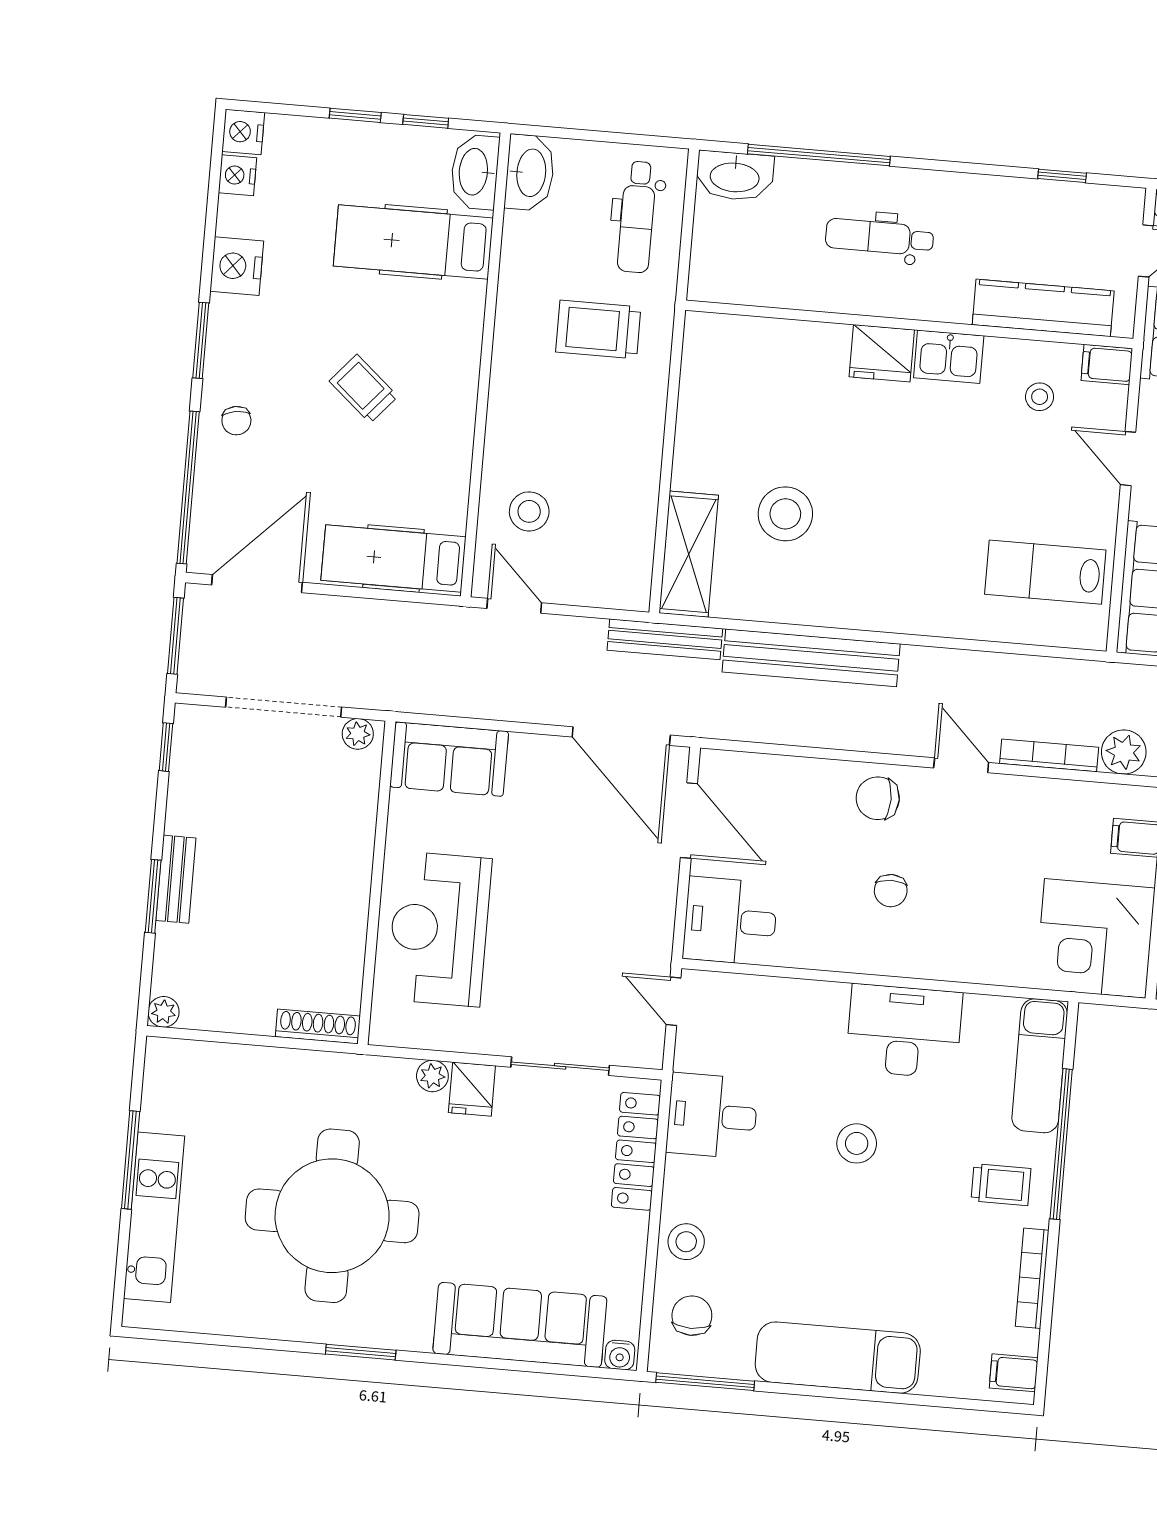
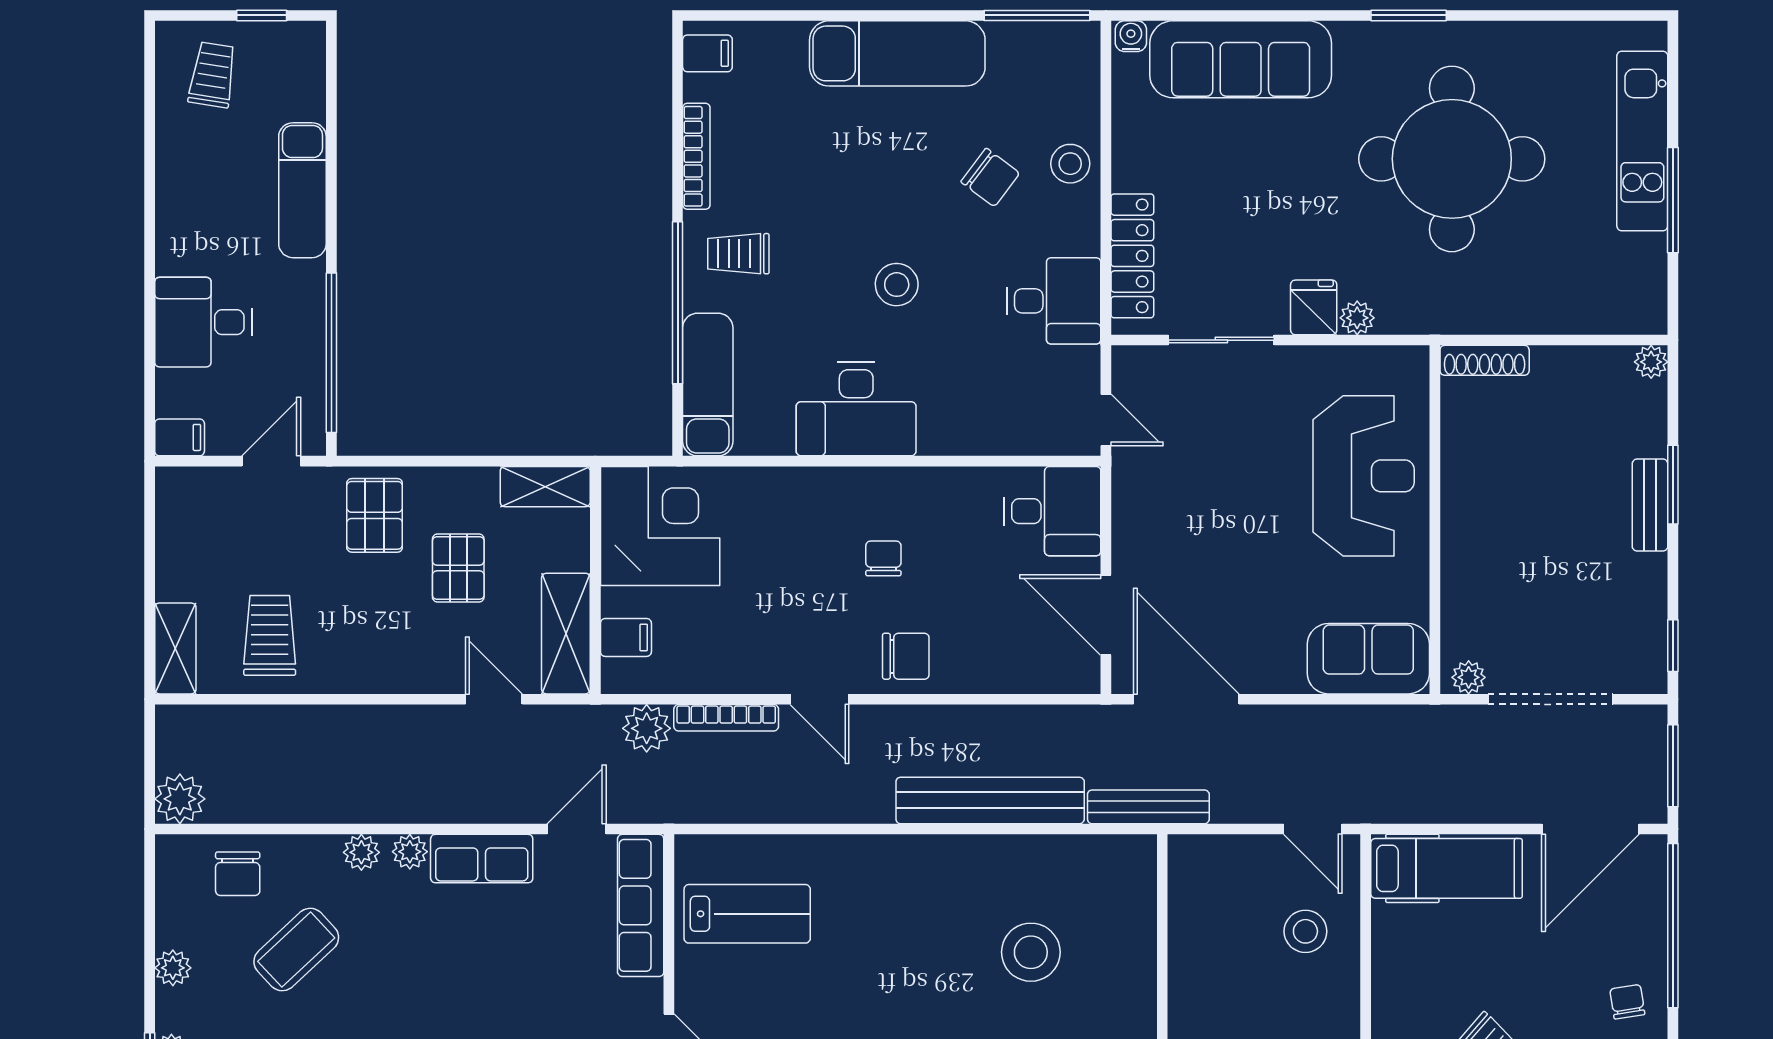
shelving: (689, 554) -> (1131, 900), removed
chair: (692, 1316) -> (990, 177), moved, turned -53

